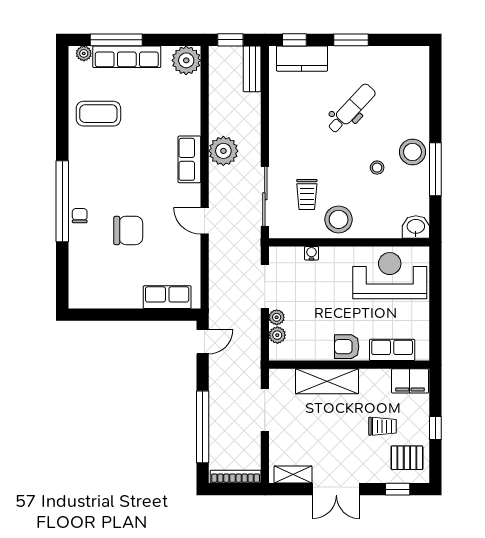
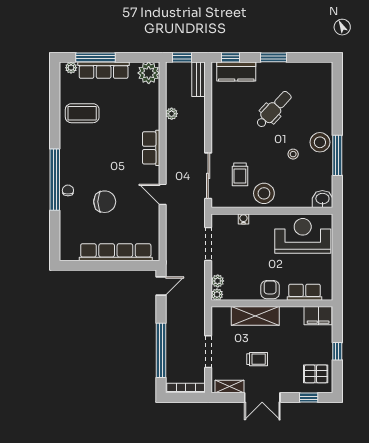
plant: (223, 151) -> (172, 114), moved, width x0.53, depth x0.53
row of seats: (167, 297) -> (116, 252), width x2.02
plant: (277, 317) -> (217, 294), moved
armchair: (347, 347) -> (270, 290), turned 90
doorway: (265, 410) -> (208, 352), moved
trolley: (383, 426) -> (257, 359), moved

